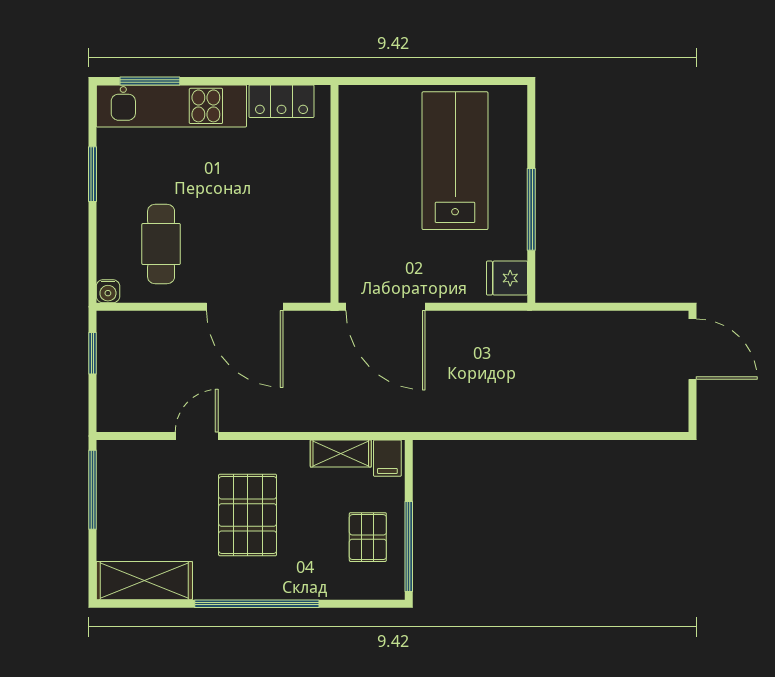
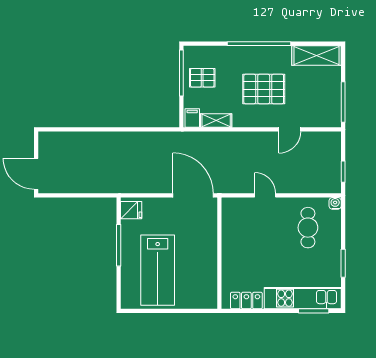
door: (245, 307) -> (265, 195), width x0.53
pallet: (248, 515) -> (264, 89), turned 90
pallet: (368, 537) -> (202, 78), turned 90

